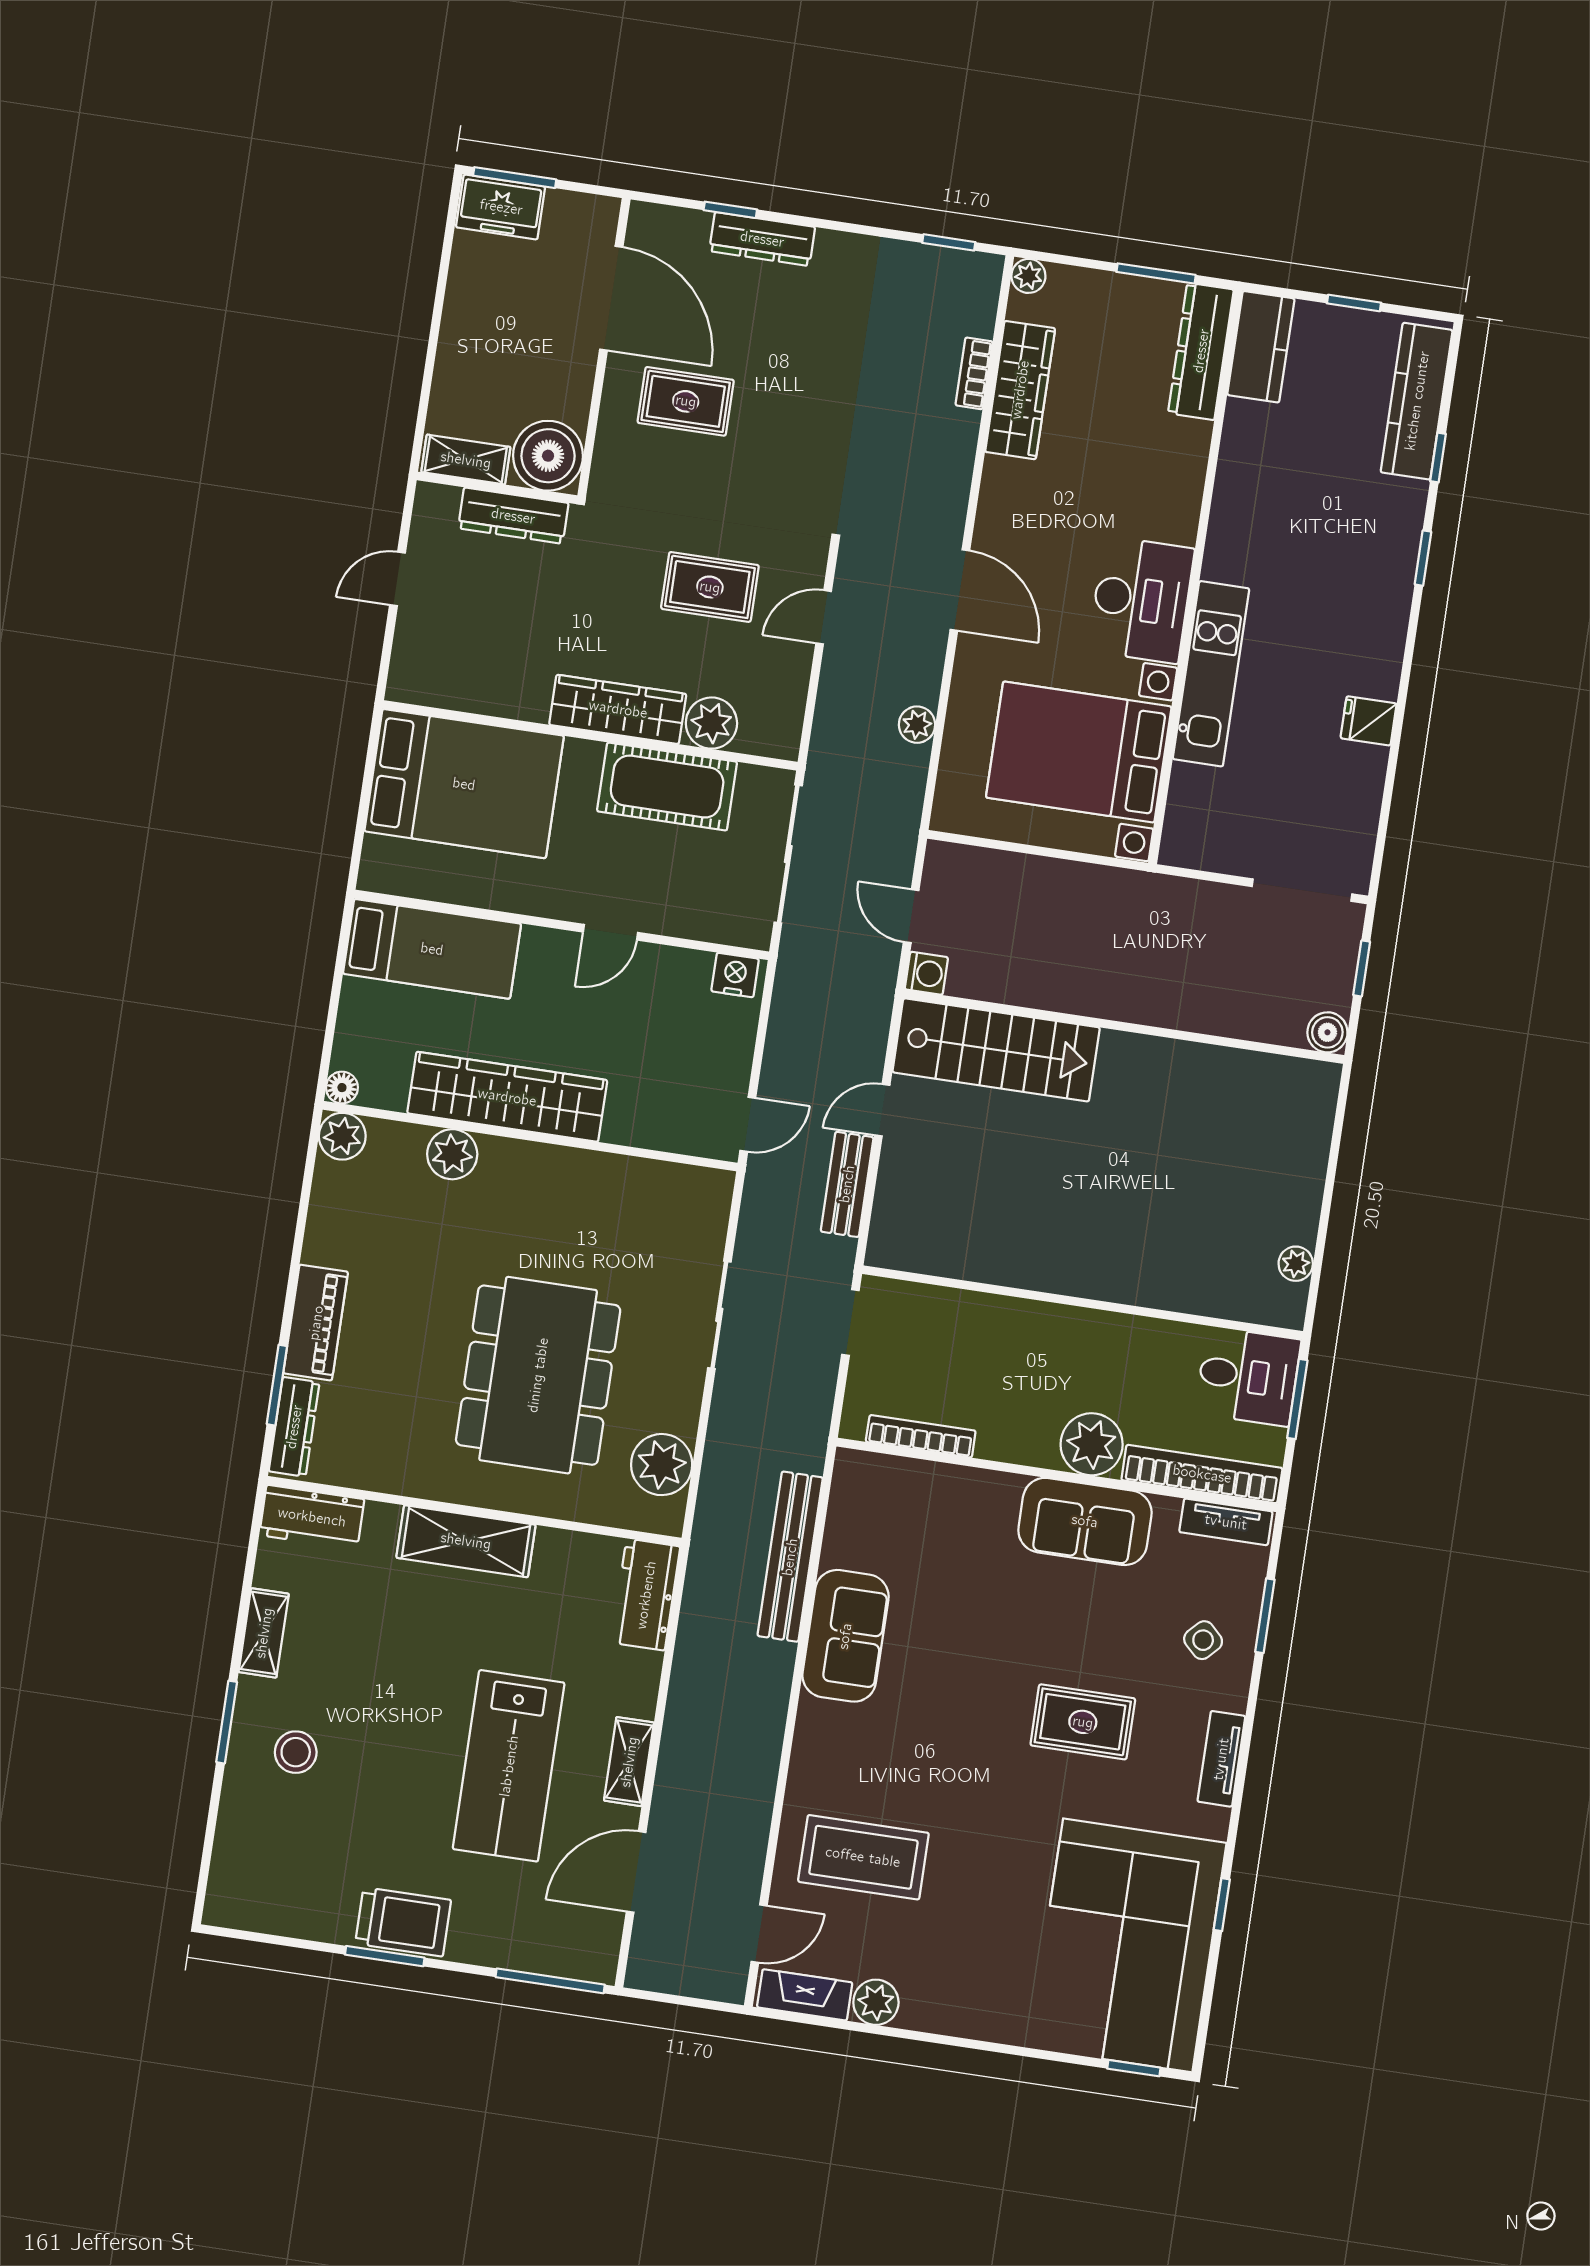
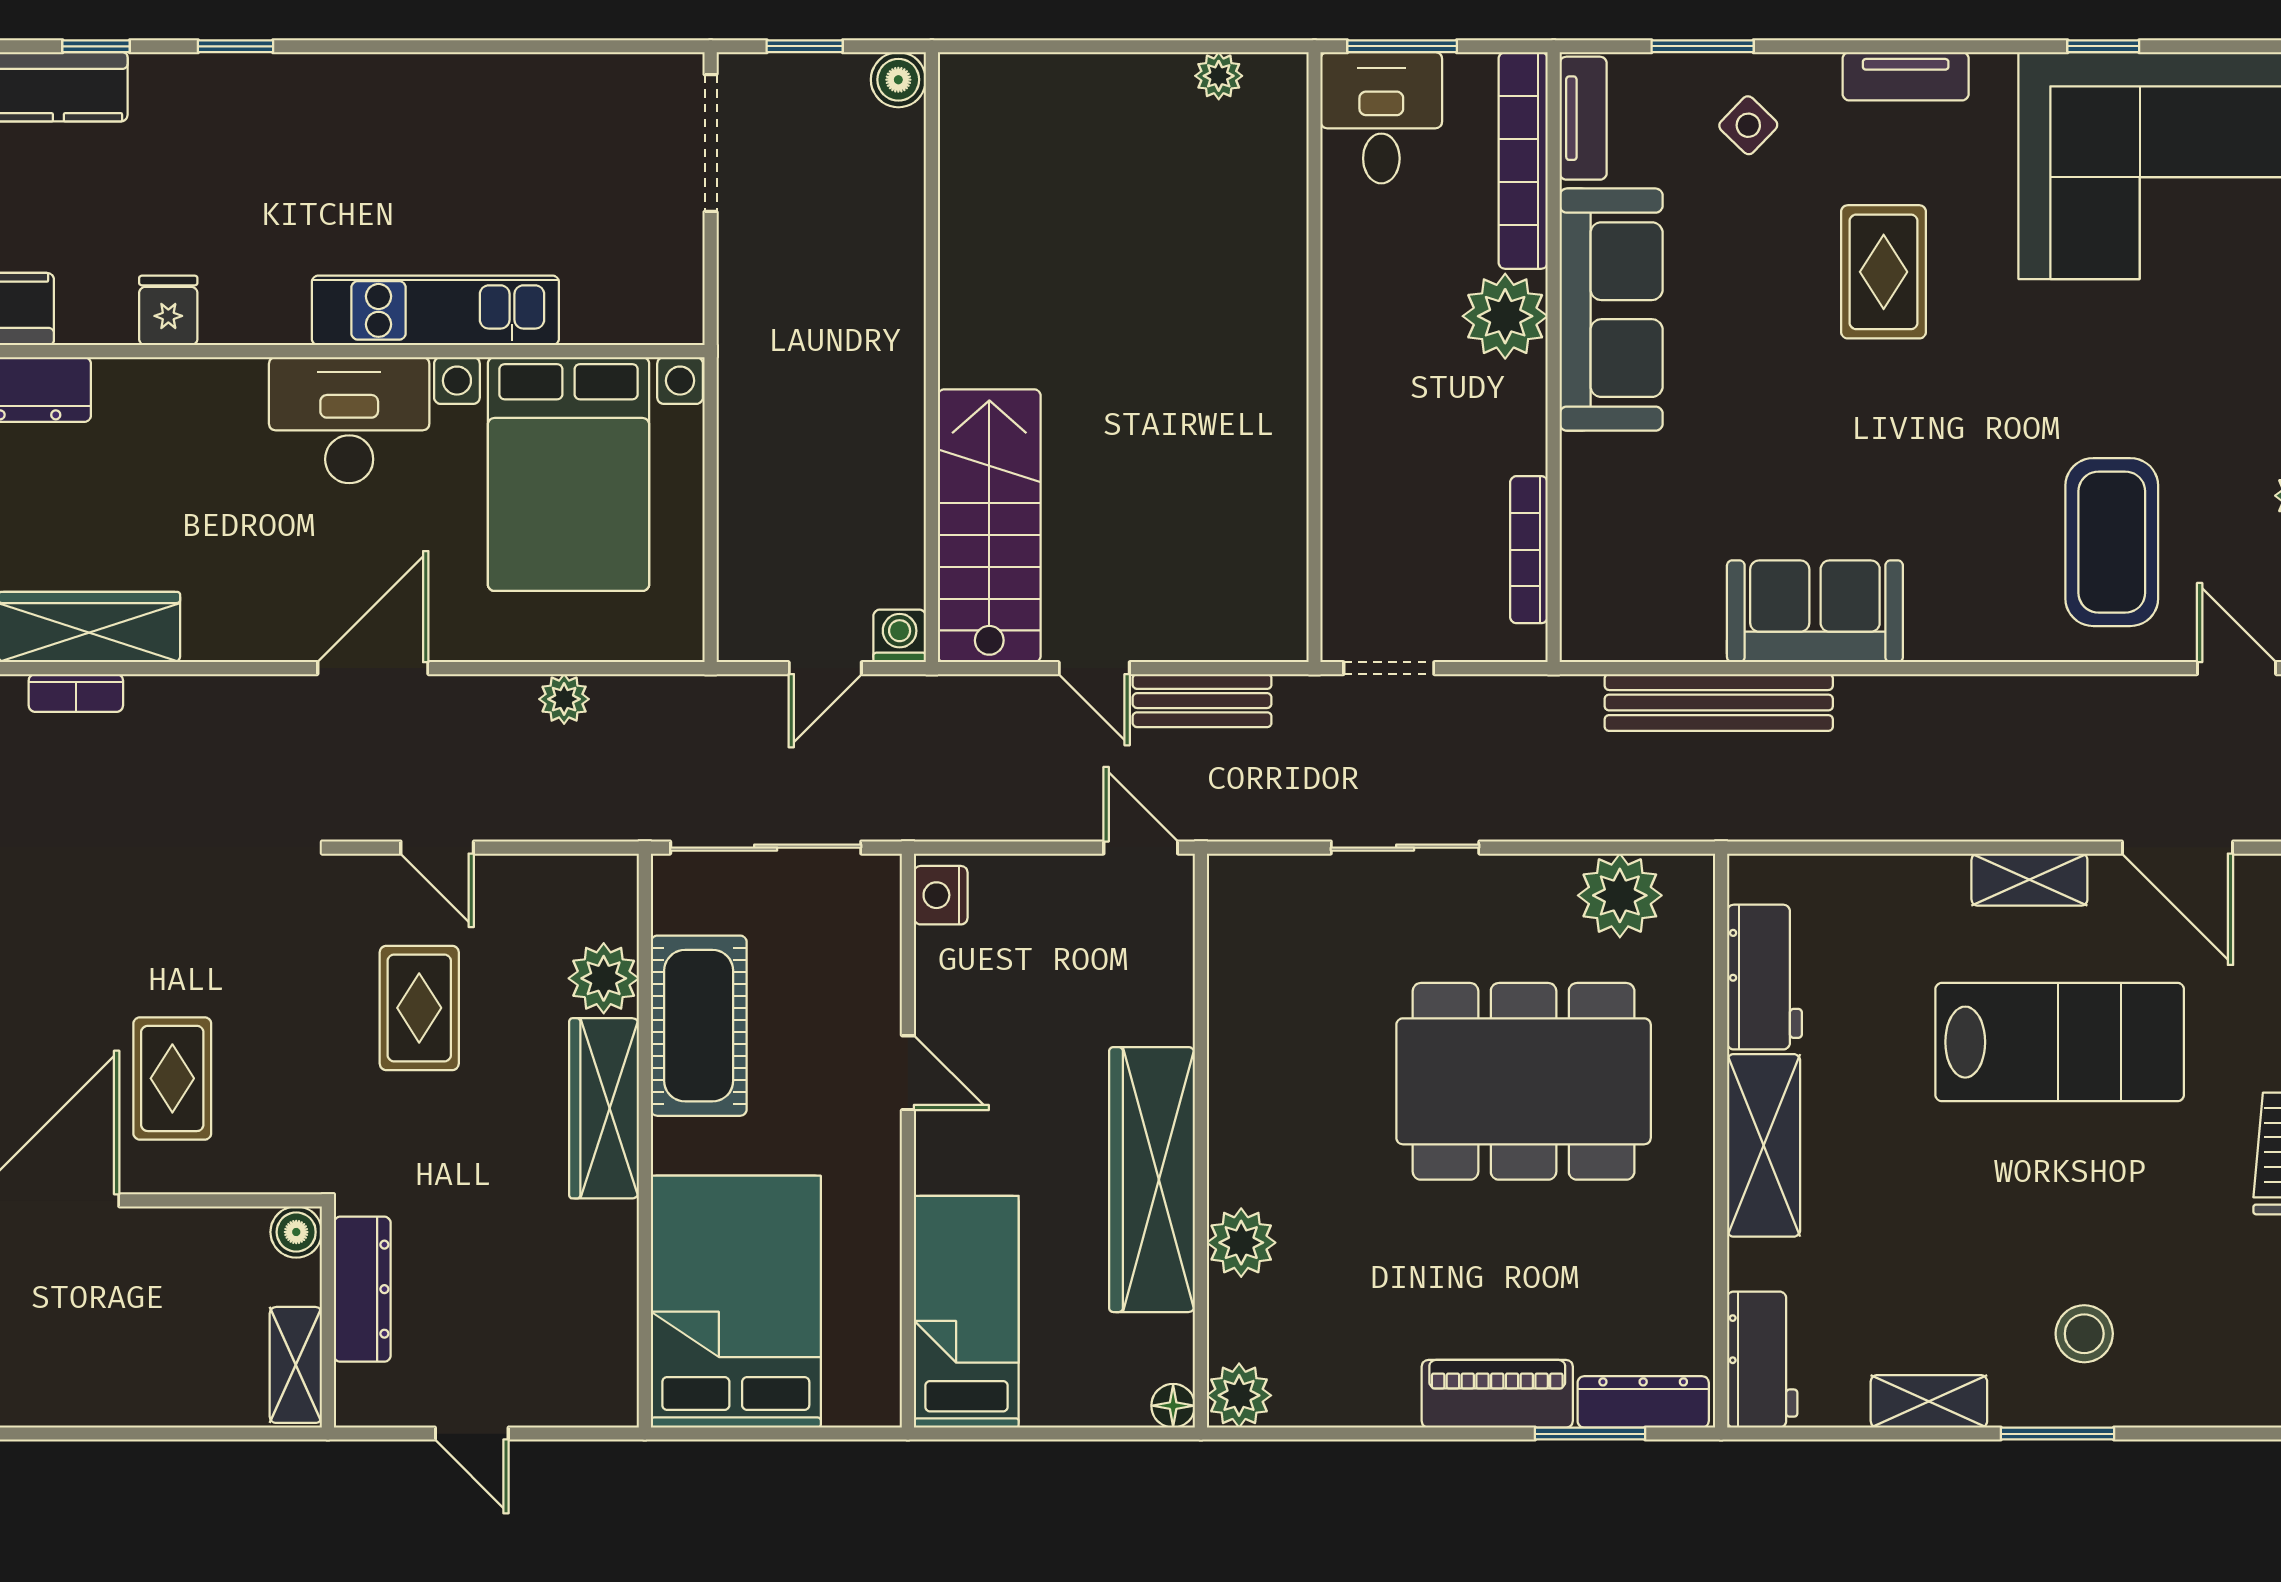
boiler: (548, 456) -> (296, 1232), width x0.54, depth x0.54
fridge: (1369, 721) -> (168, 310), moved, turned 180
sofa: (1085, 1521) -> (1611, 310), width x1.36
workbench: (646, 1595) -> (1764, 977), moved, turned -90

